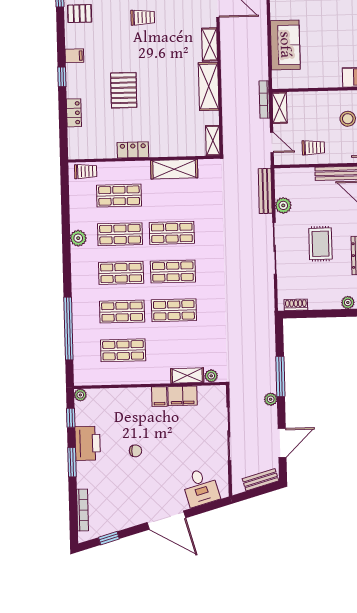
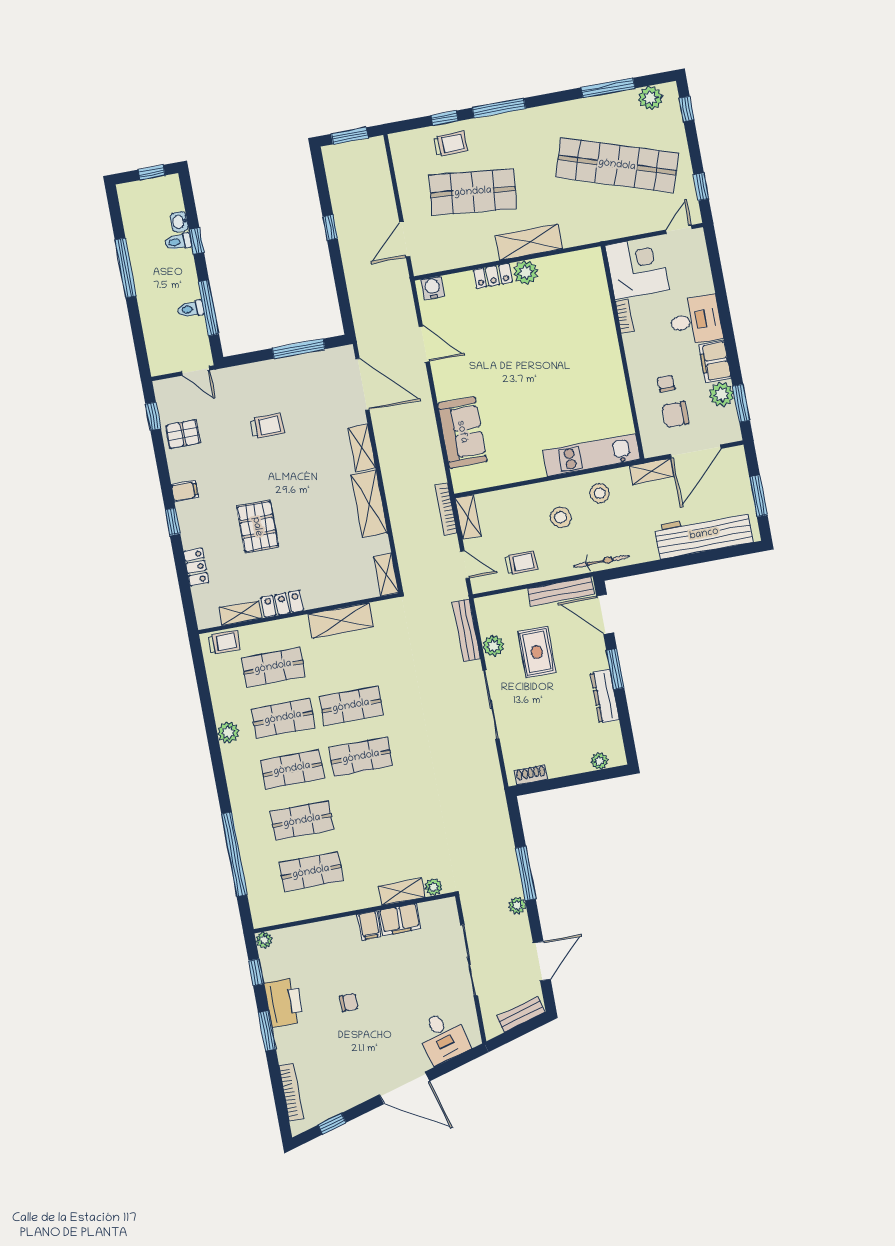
shelving: (101, 152) -> (241, 613), added
rug: (320, 244) -> (537, 652), moved
shop shelf: (174, 310) -> (370, 808), removed

